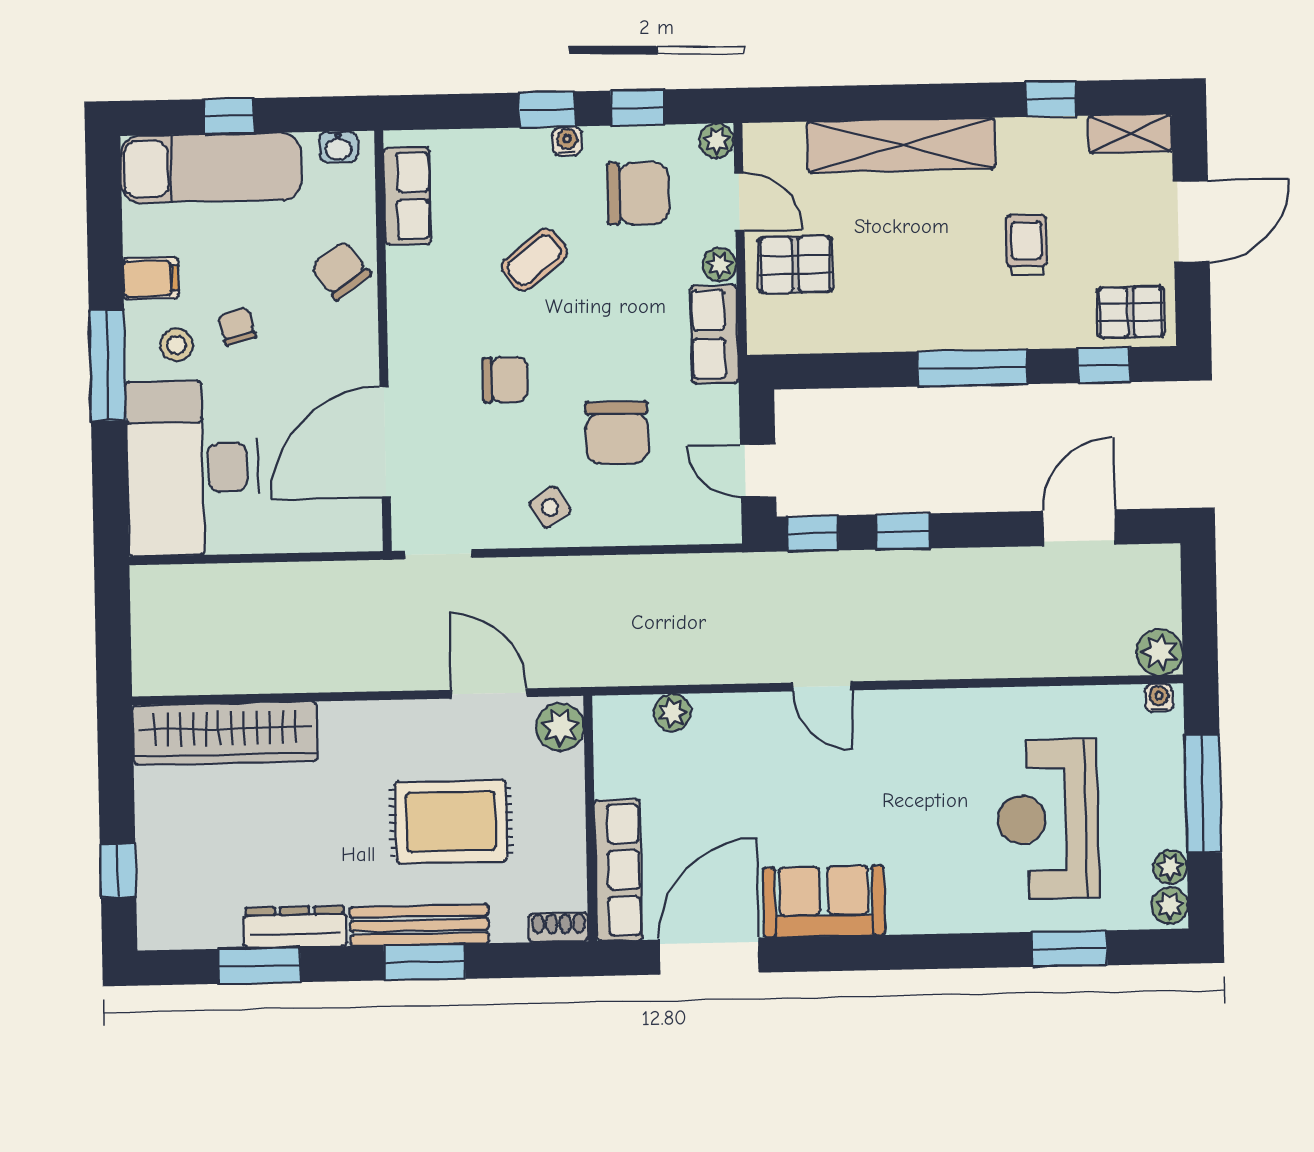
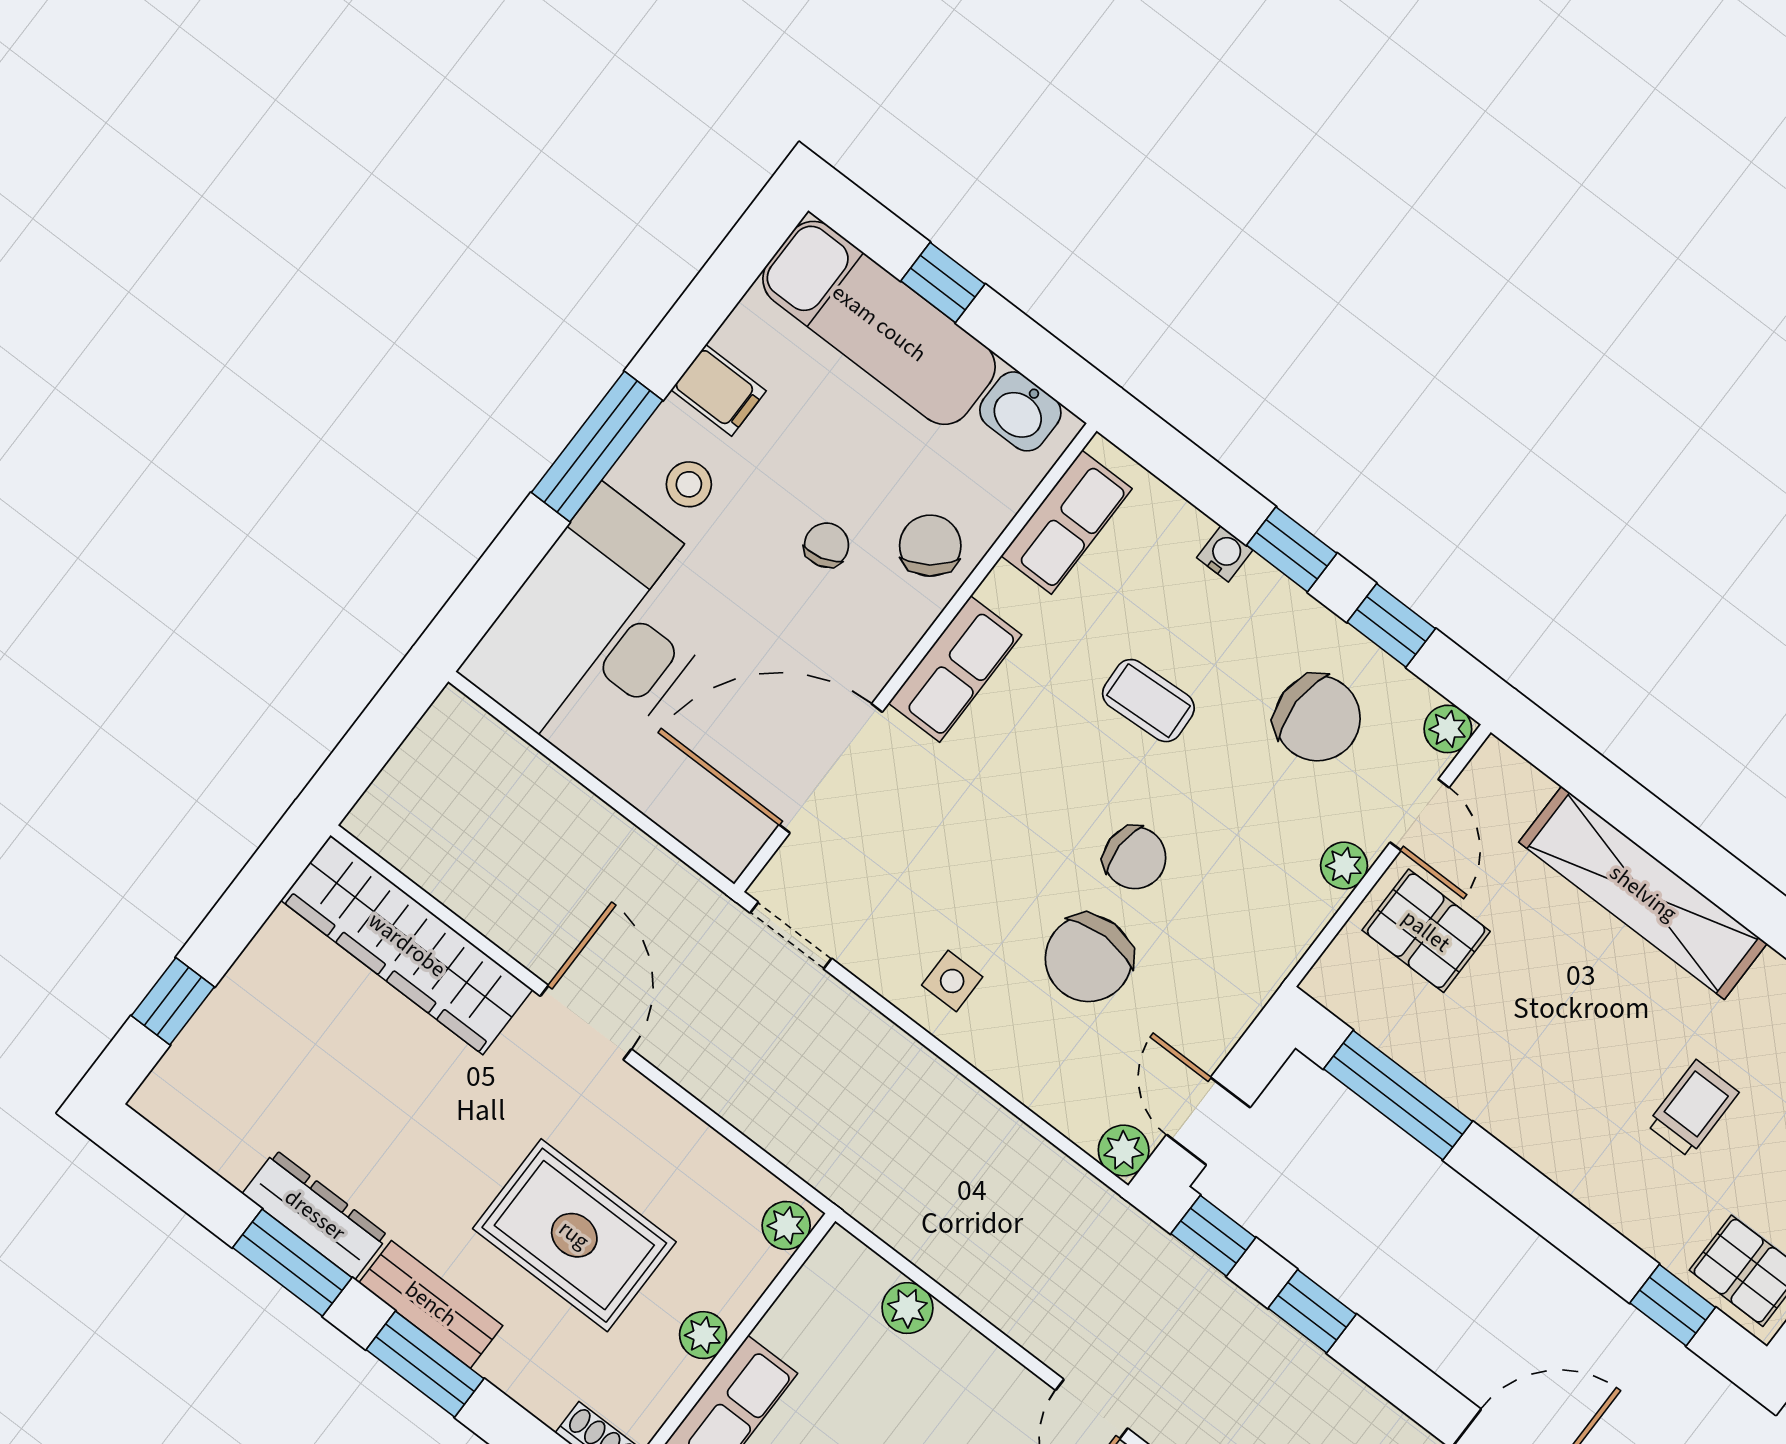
water cooler: (567, 141) -> (1225, 554), moved
washbasin: (338, 147) -> (1020, 411), width x1.38, depth x1.45
coffee table: (534, 260) -> (1148, 701), turned 36
chair: (237, 327) -> (826, 545), moved
row of seats: (714, 334) -> (955, 669), moved, turned 180
window: (973, 368) -> (1398, 1095), moved
chair: (505, 380) -> (1135, 858), moved
side table: (550, 507) -> (952, 981), turned 34
plant: (723, 526) -> (1124, 1150), added
door: (489, 693) -> (586, 1023), moved
plant: (560, 727) -> (786, 1225), width x0.73, depth x0.73
plant: (569, 820) -> (703, 1335), added
bench: (419, 925) -> (431, 1304), width x0.73
window: (259, 966) -> (292, 1263), moved

